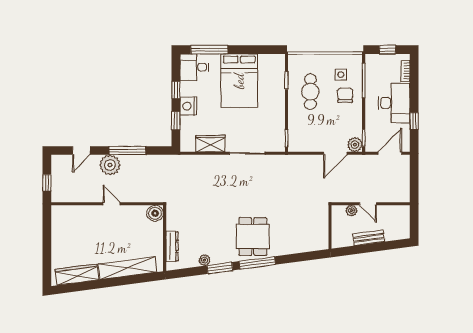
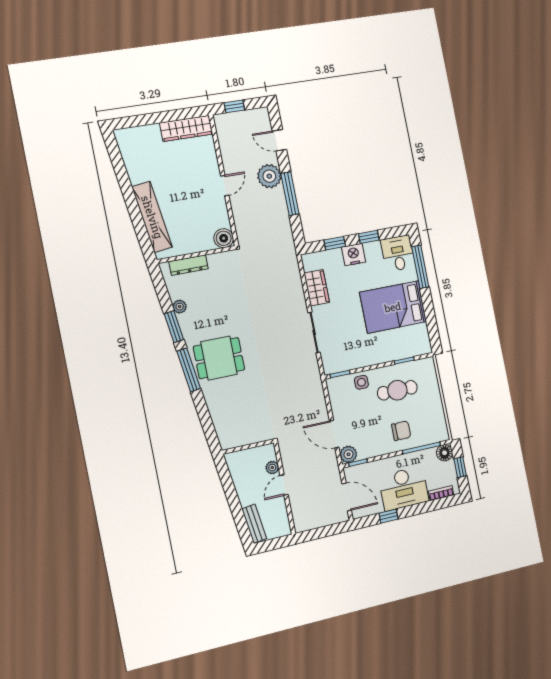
floor lamp: (372, 61) -> (445, 453), added
side table: (341, 75) -> (361, 382), moved
bench: (369, 238) -> (254, 524), moved
wardrobe: (77, 275) -> (186, 128), moved, turned 98

